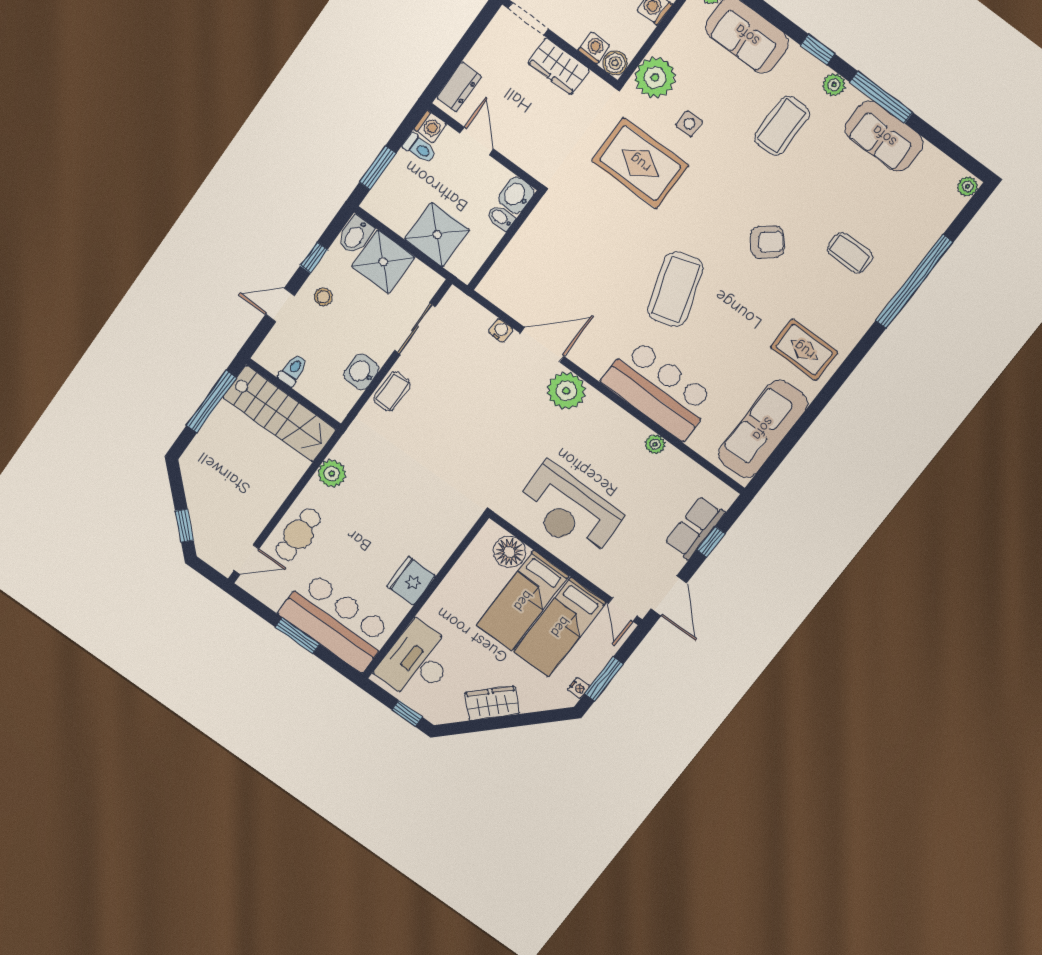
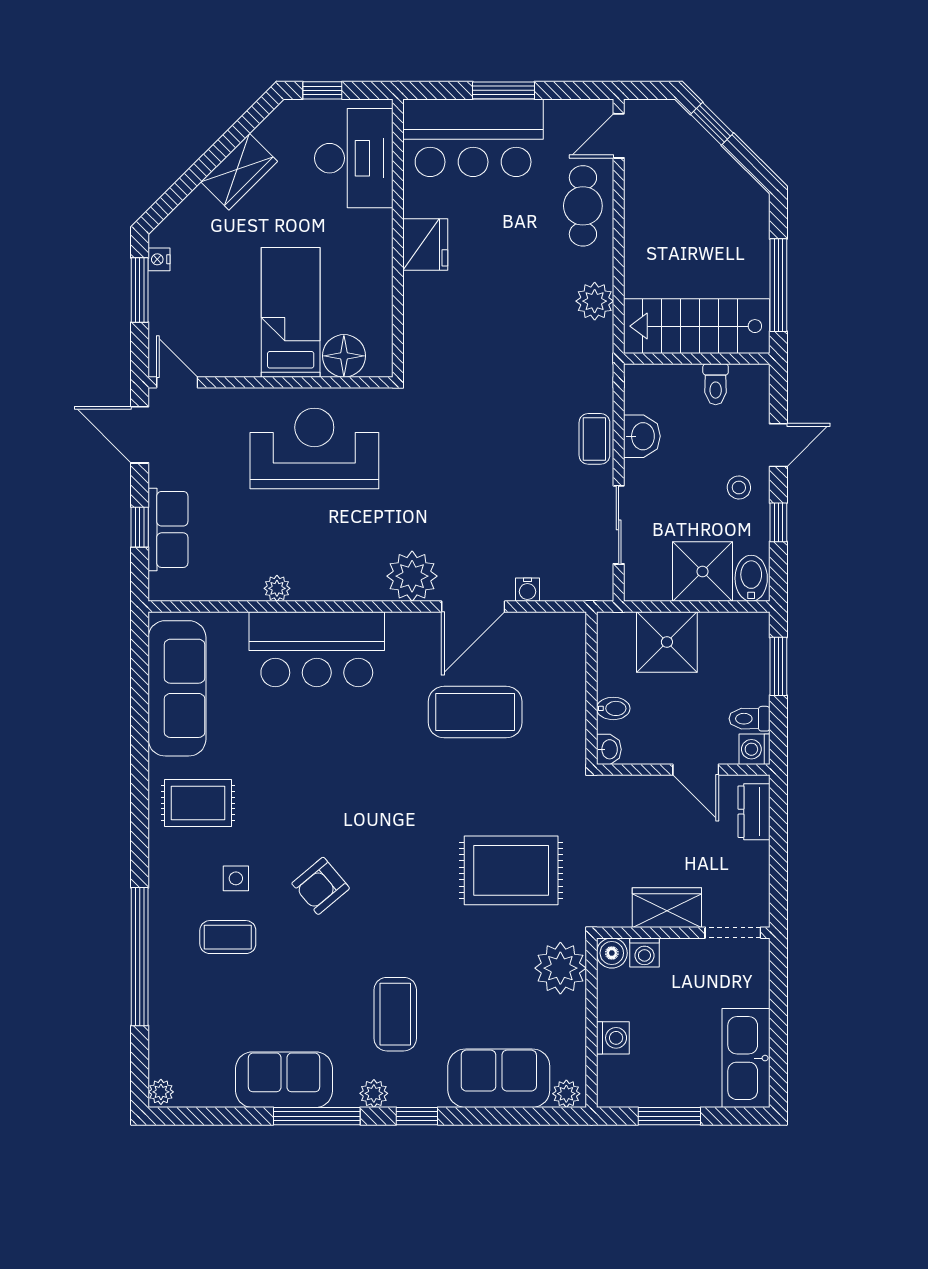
side table: (689, 124) -> (236, 878), moved
washbasin: (516, 195) -> (609, 749), width x0.72, depth x0.69
coffee table: (675, 289) -> (475, 712), moved, turned -72
bed: (560, 627) -> (229, 312), removed

